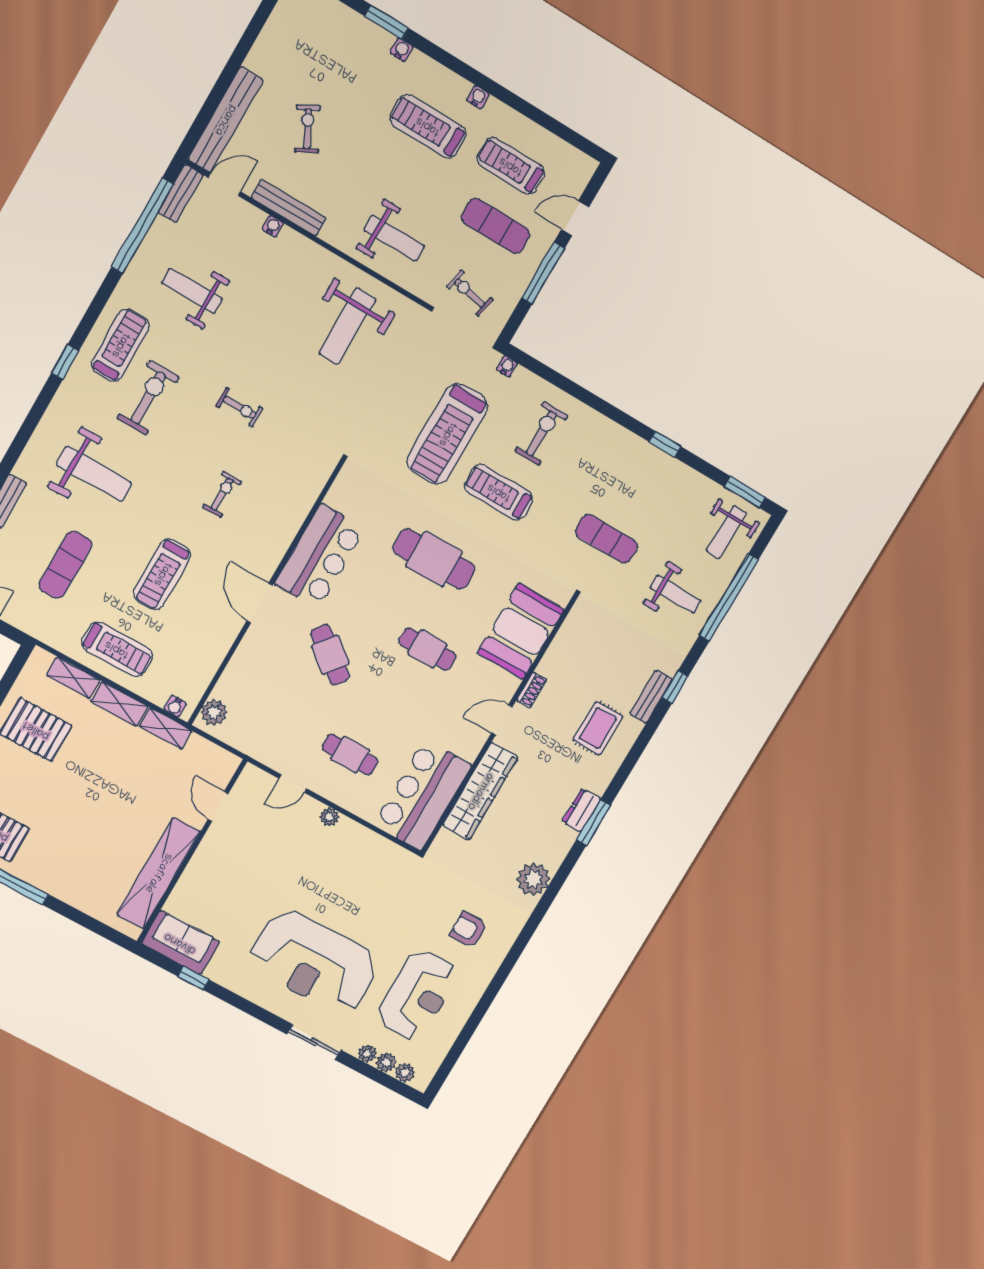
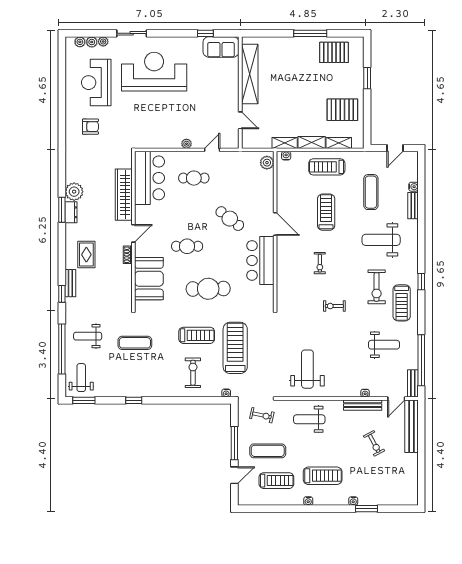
exercise bike: (541, 433) -> (193, 373), turned 180
plant: (533, 879) -> (74, 192), moved

